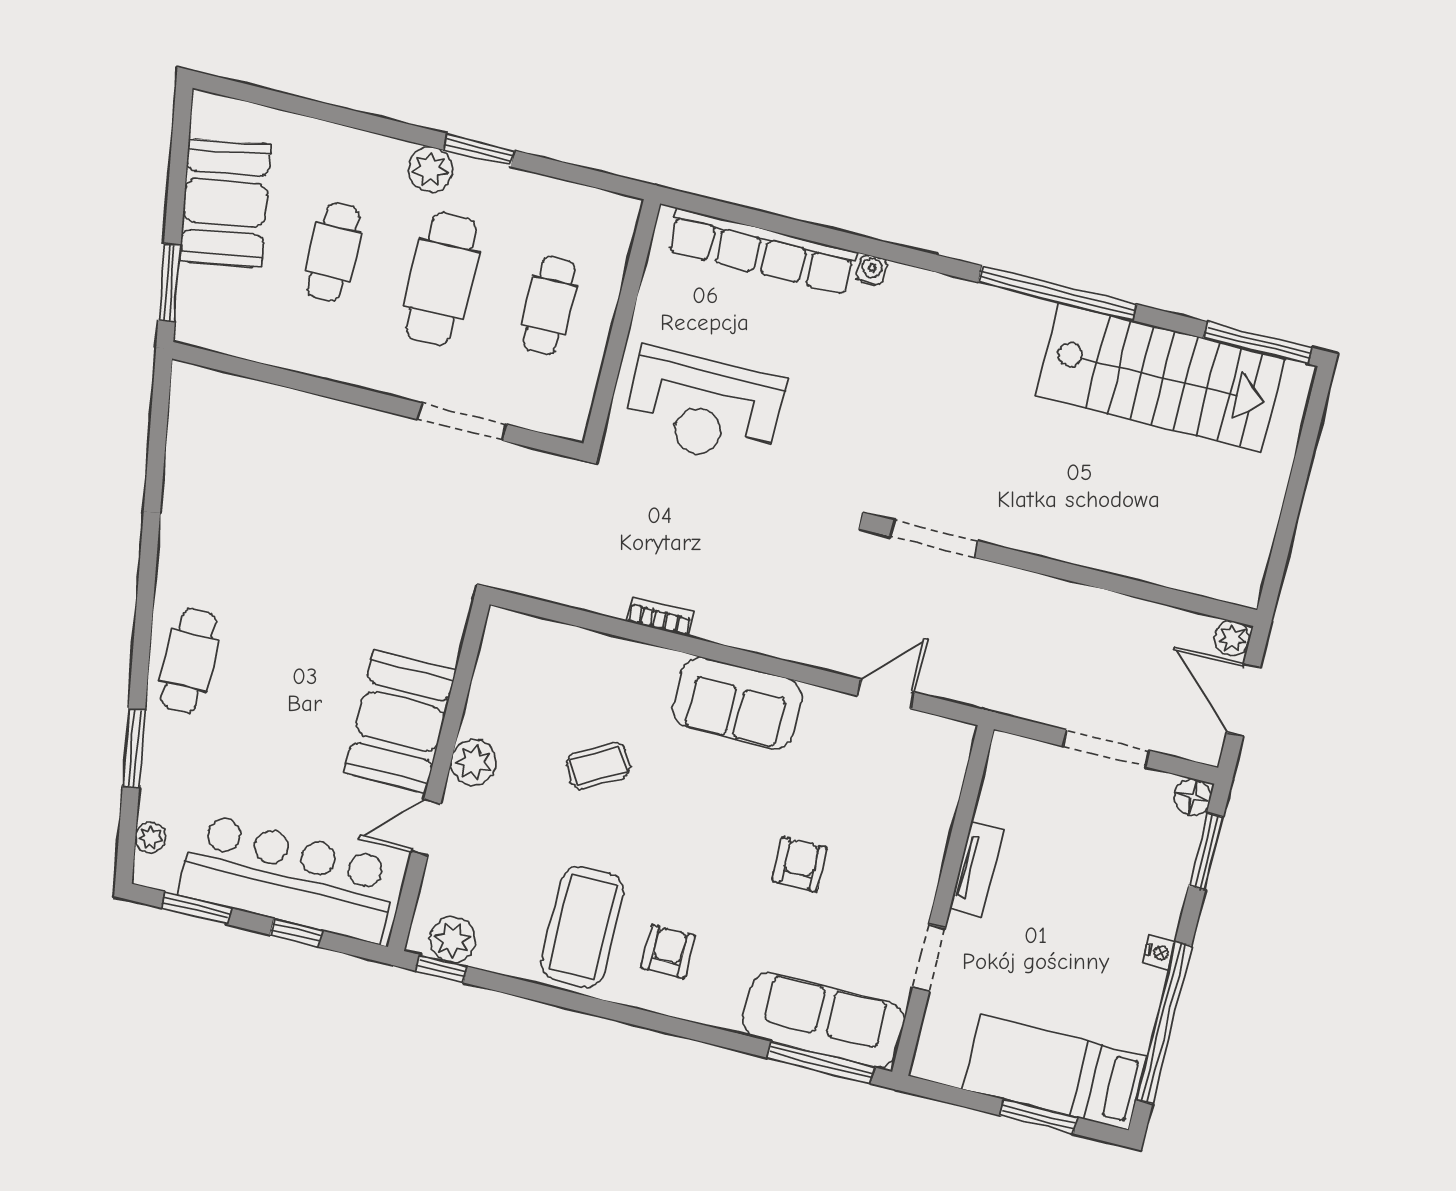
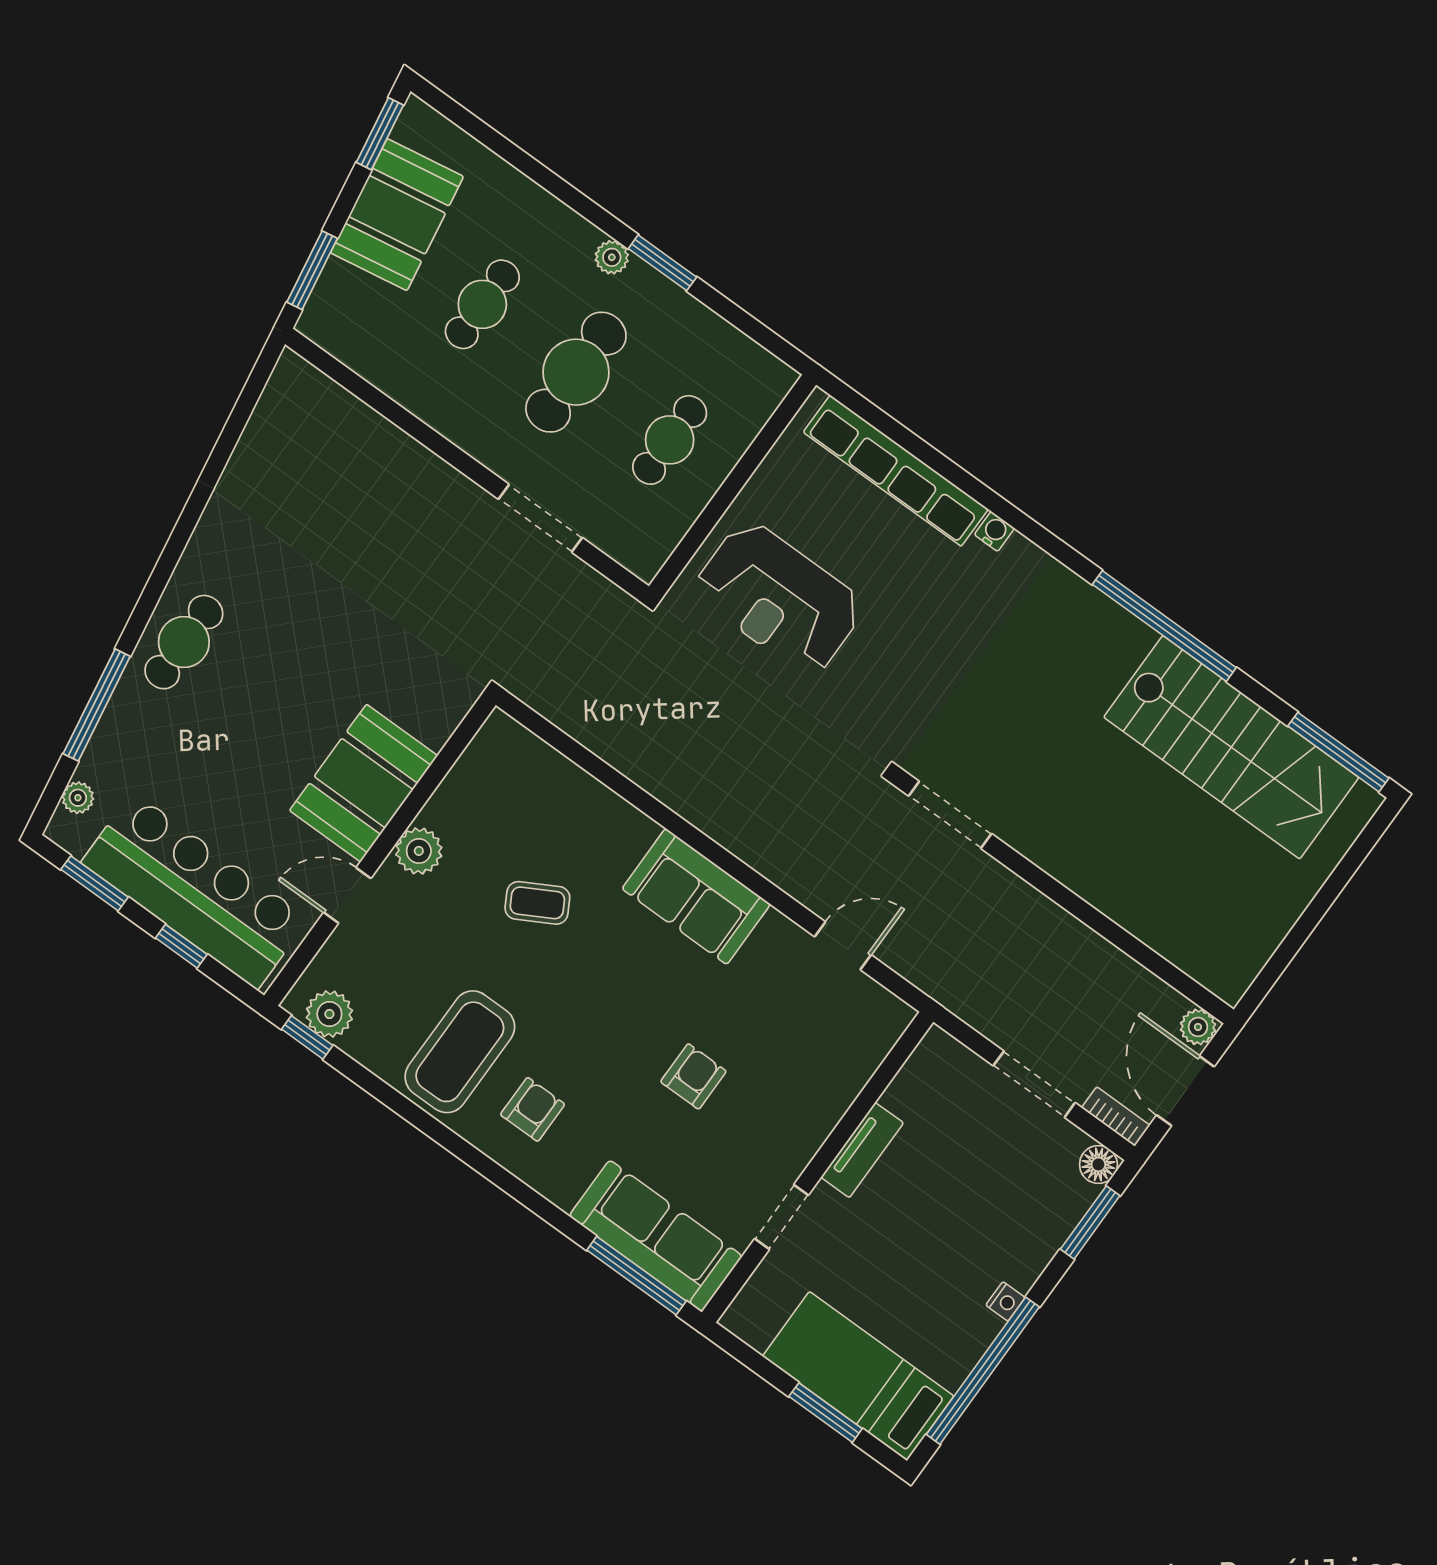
window: (181, 137) -> (380, 134), added
plant: (430, 169) -> (612, 257), width x0.73, depth x0.73
bookcase: (660, 617) -> (1116, 1117), moved
window: (134, 748) -> (97, 705), width x1.44

